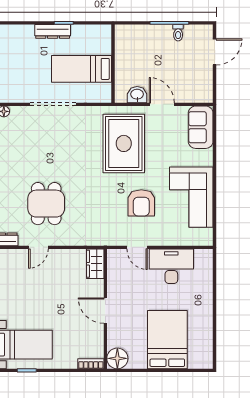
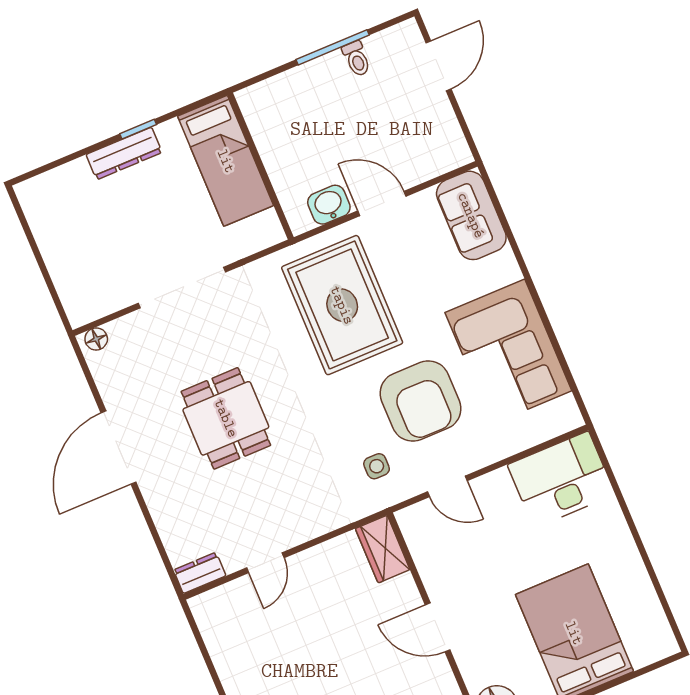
bed: (82, 69) -> (226, 161), moved, turned -90
armchair: (141, 203) -> (420, 401), width x1.36, depth x1.36
dining table: (46, 204) -> (226, 418), moved
side table: (108, 224) -> (377, 466), added
desk: (171, 266) -> (561, 479), moved

